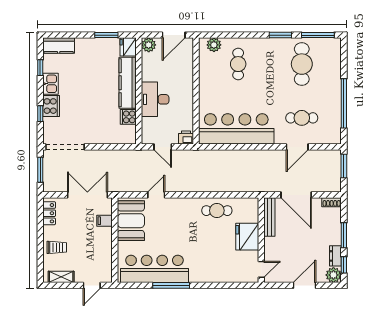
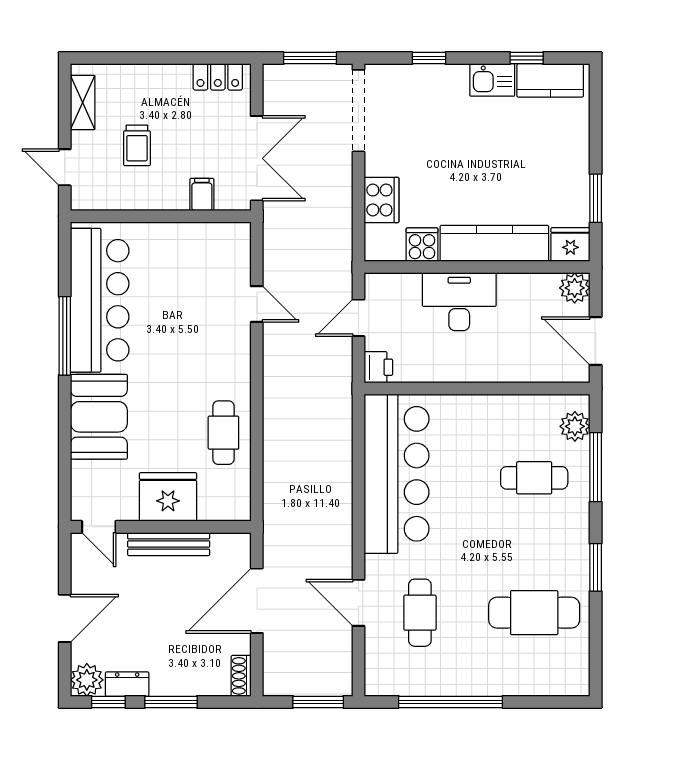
window: (318, 35) -> (596, 467), moved
kitchen counter: (59, 46) -> (550, 80), moved, turned -90
cooker: (51, 106) -> (382, 200), moved, turned -90
bench: (269, 217) -> (169, 544), moved
booth: (131, 221) -> (99, 417), moved, turned 90
trolley: (57, 247) -> (137, 145), moved
door: (304, 285) -> (65, 618), hinge flipped

